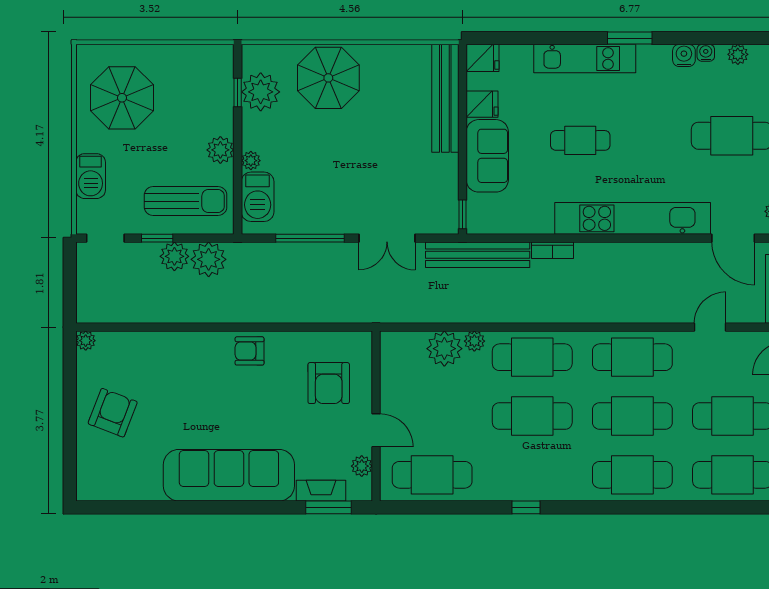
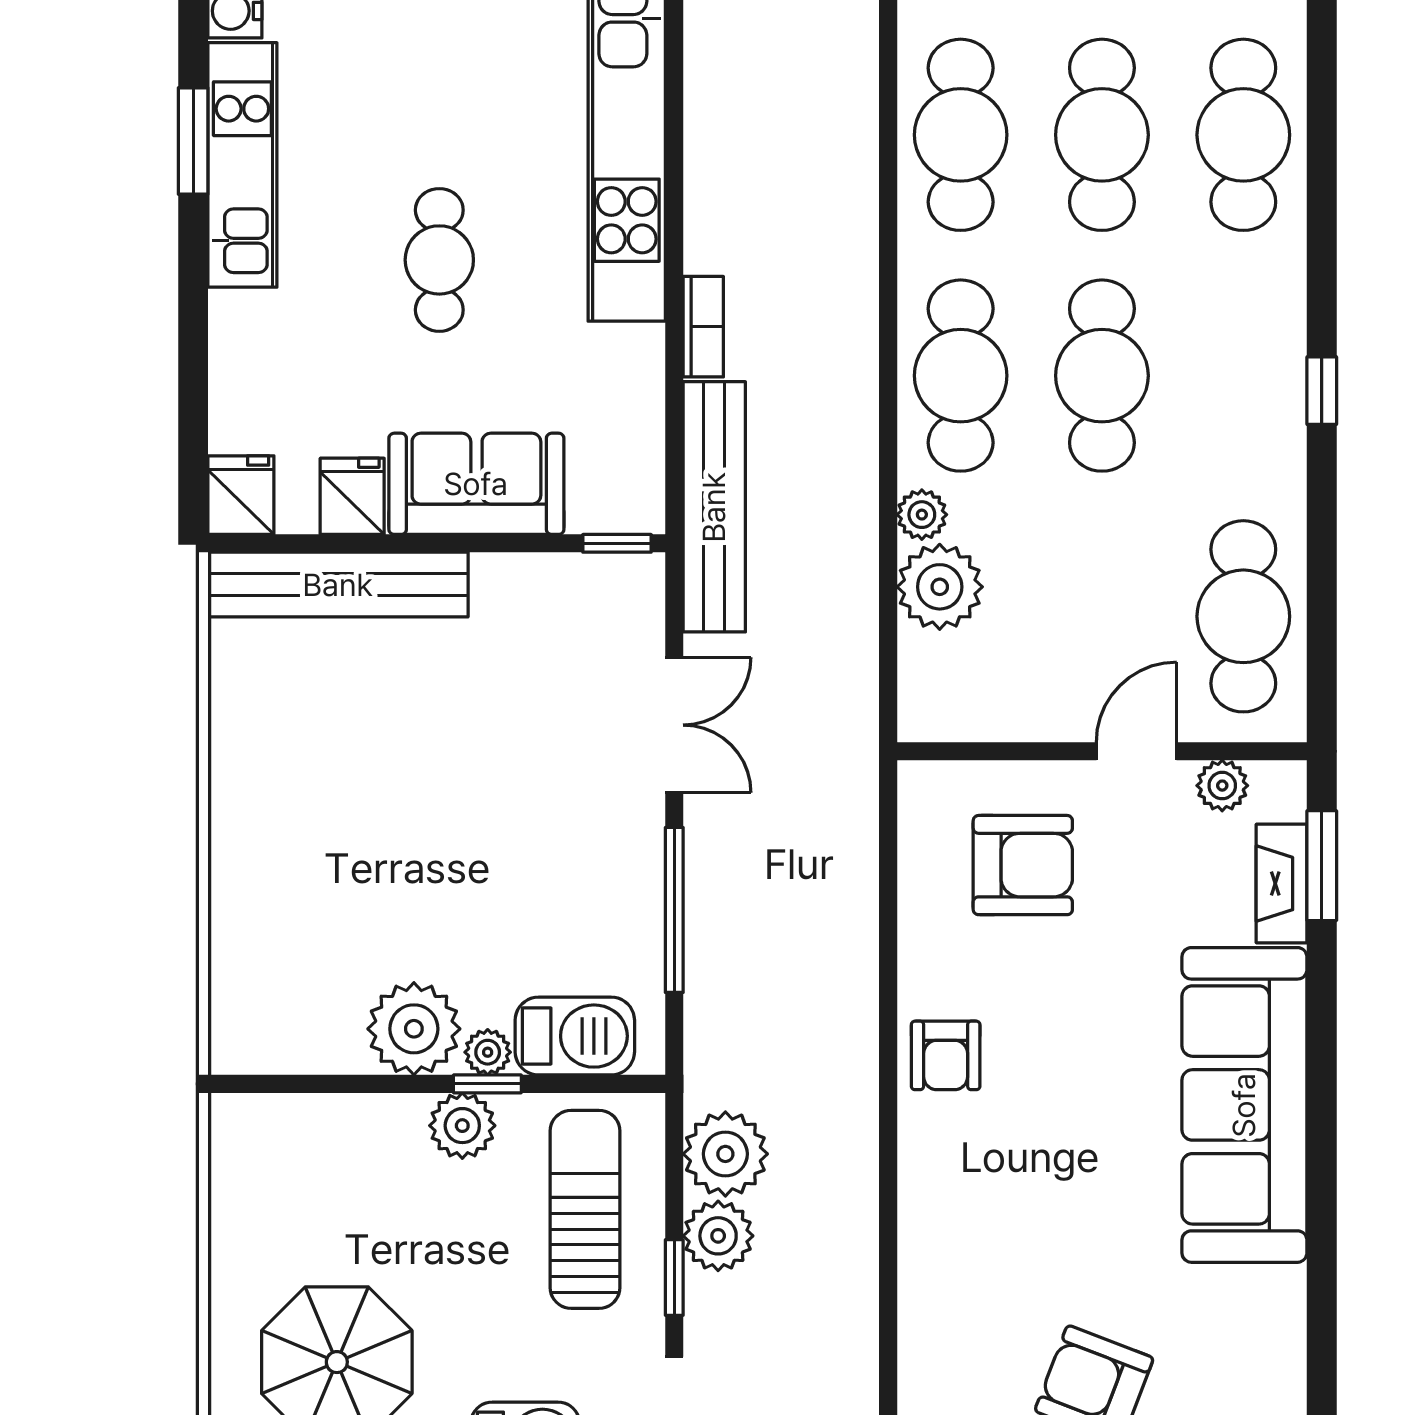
kitchen unit: (585, 59) -> (242, 165), moved
parasol: (328, 78) -> (289, 866), removed
plant: (261, 92) -> (414, 1029), moved
window: (238, 93) -> (487, 1084), moved

